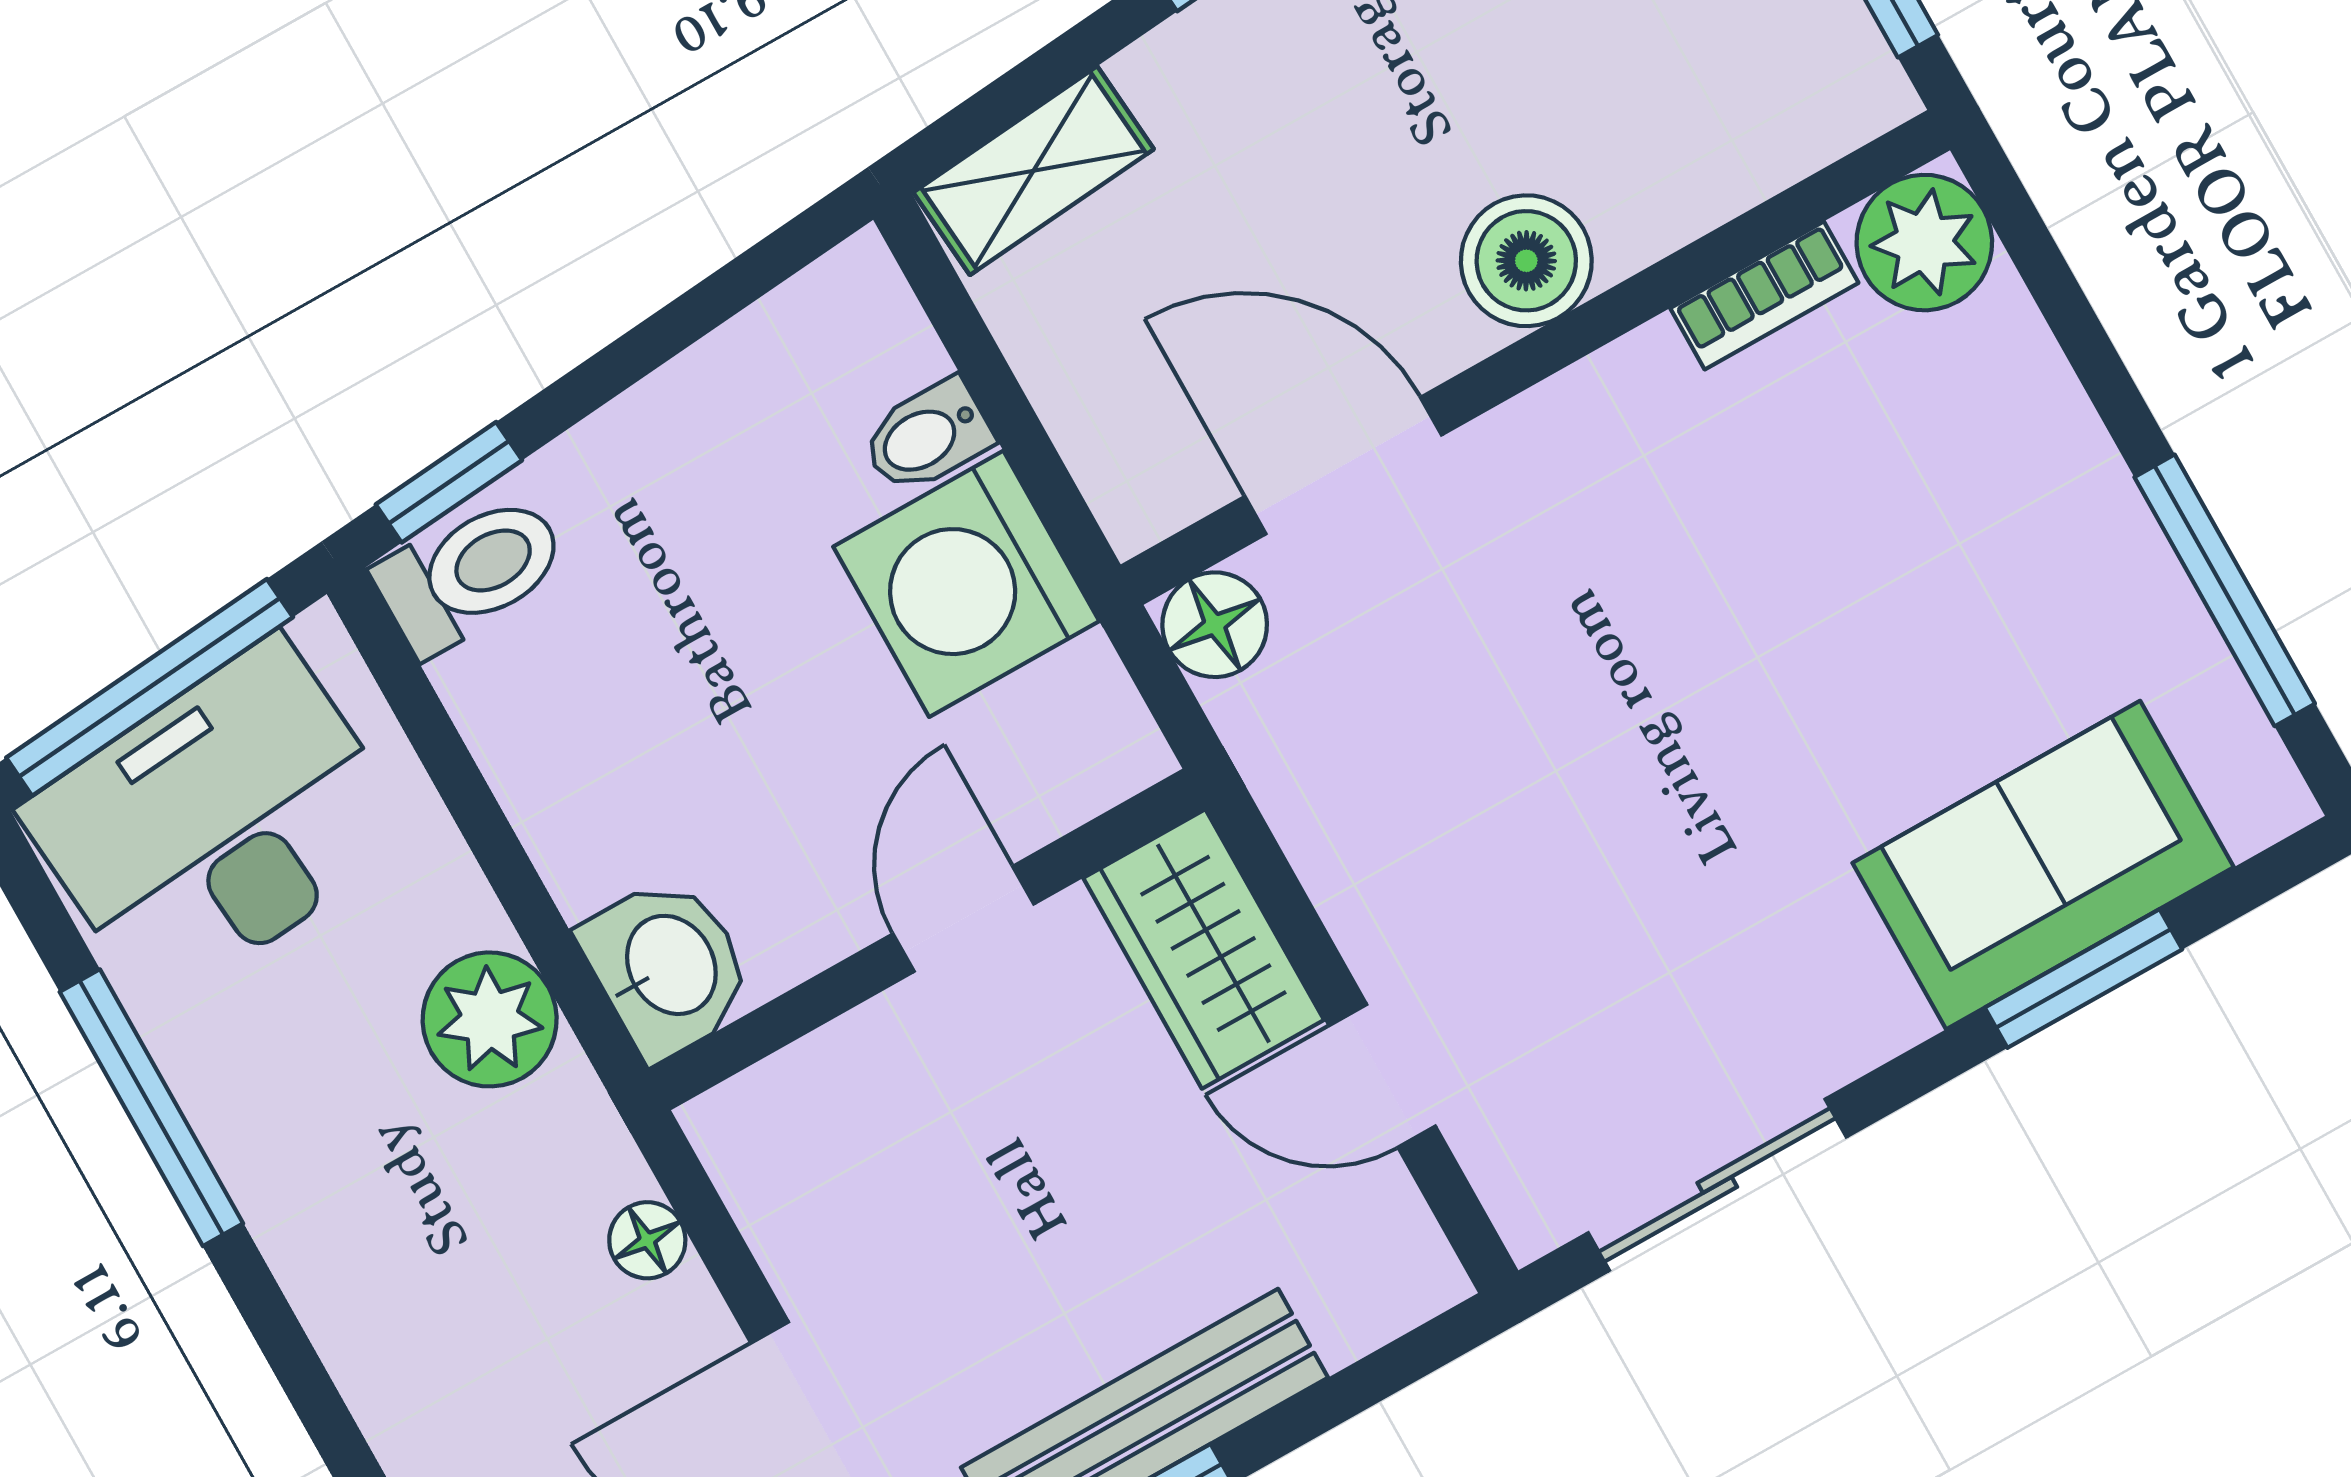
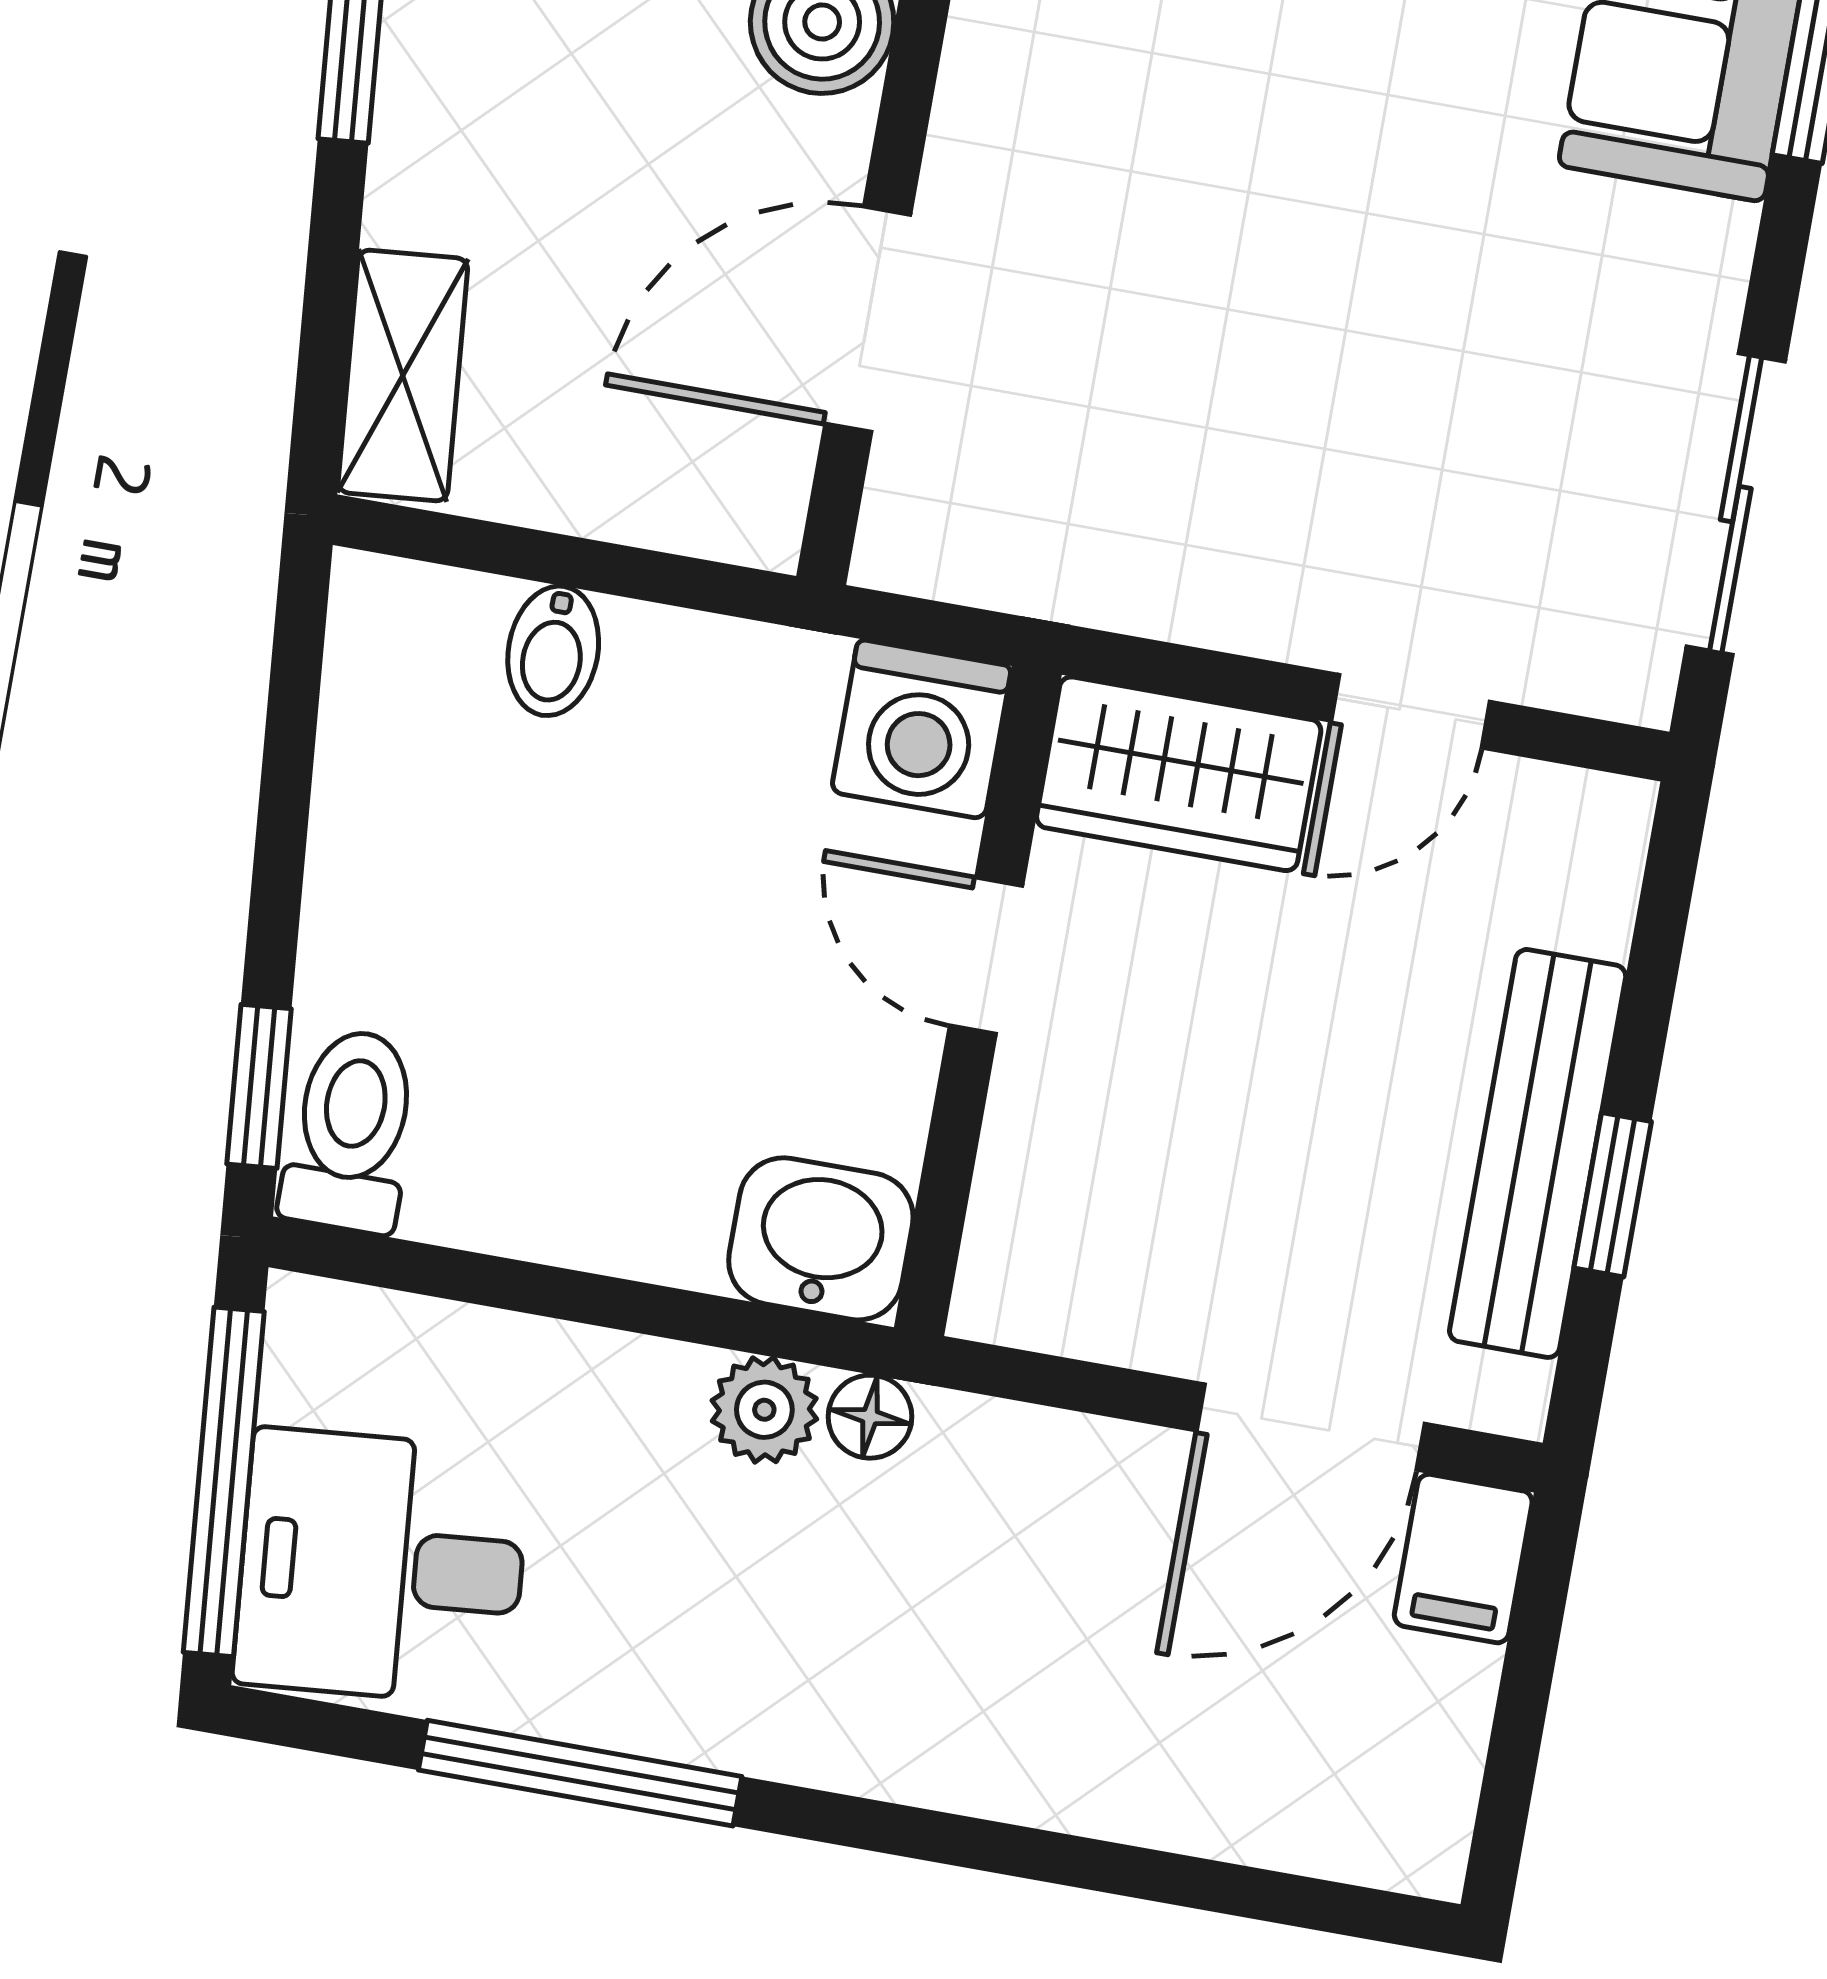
washing machine: (966, 584) -> (921, 729), moved, width x0.73, depth x0.73
floor lamp: (1215, 625) -> (913, 539), removed
desk: (218, 823) -> (382, 1567), width x0.73
plant: (490, 1019) -> (764, 1410), width x0.73, depth x0.73
floor lamp: (647, 1240) -> (870, 1417), moved

